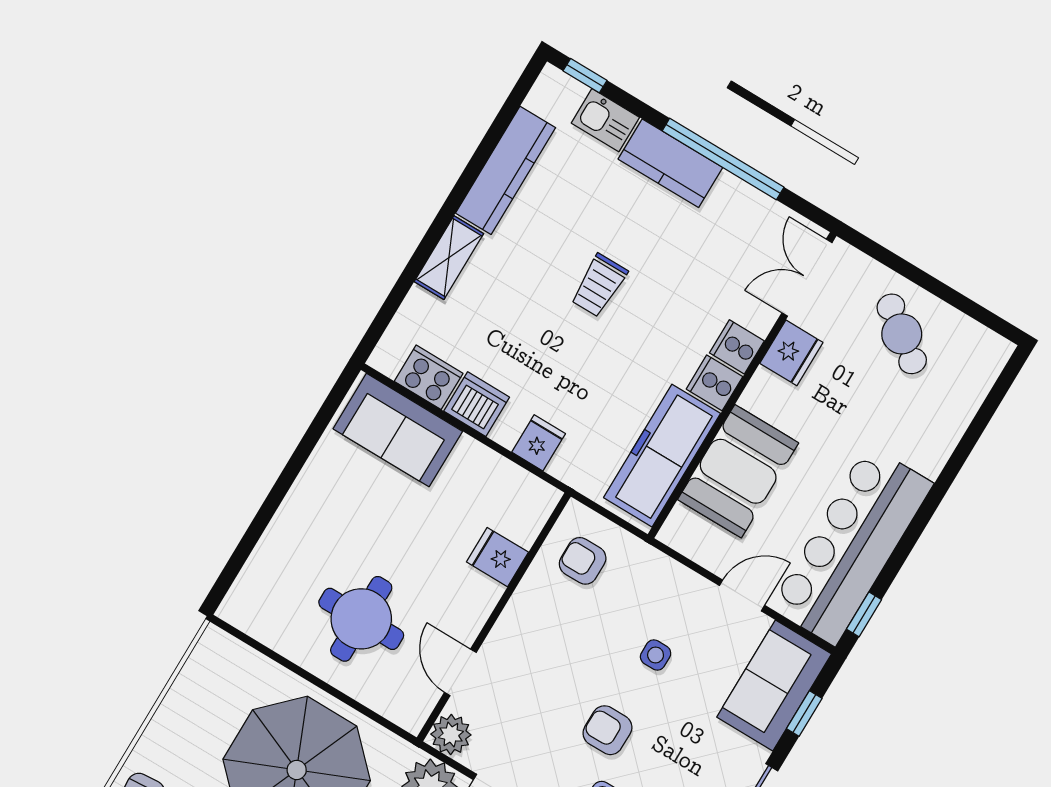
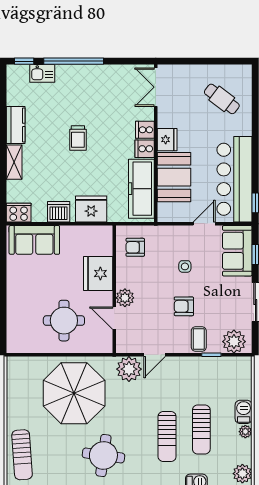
window: (723, 159) -> (74, 61), moved
kitchen counter: (670, 163) -> (77, 75), removed
kitchen counter: (506, 170) -> (16, 125), width x0.67
cafe table: (902, 334) -> (222, 99), moved
fridge: (791, 353) -> (167, 140), moved
cooker: (429, 377) -> (19, 213), moved
fridge: (539, 443) -> (91, 209), width x1.88, depth x1.34
fridge: (497, 557) -> (98, 273), width x1.88, depth x1.34
plant: (451, 735) -> (125, 298), moved

